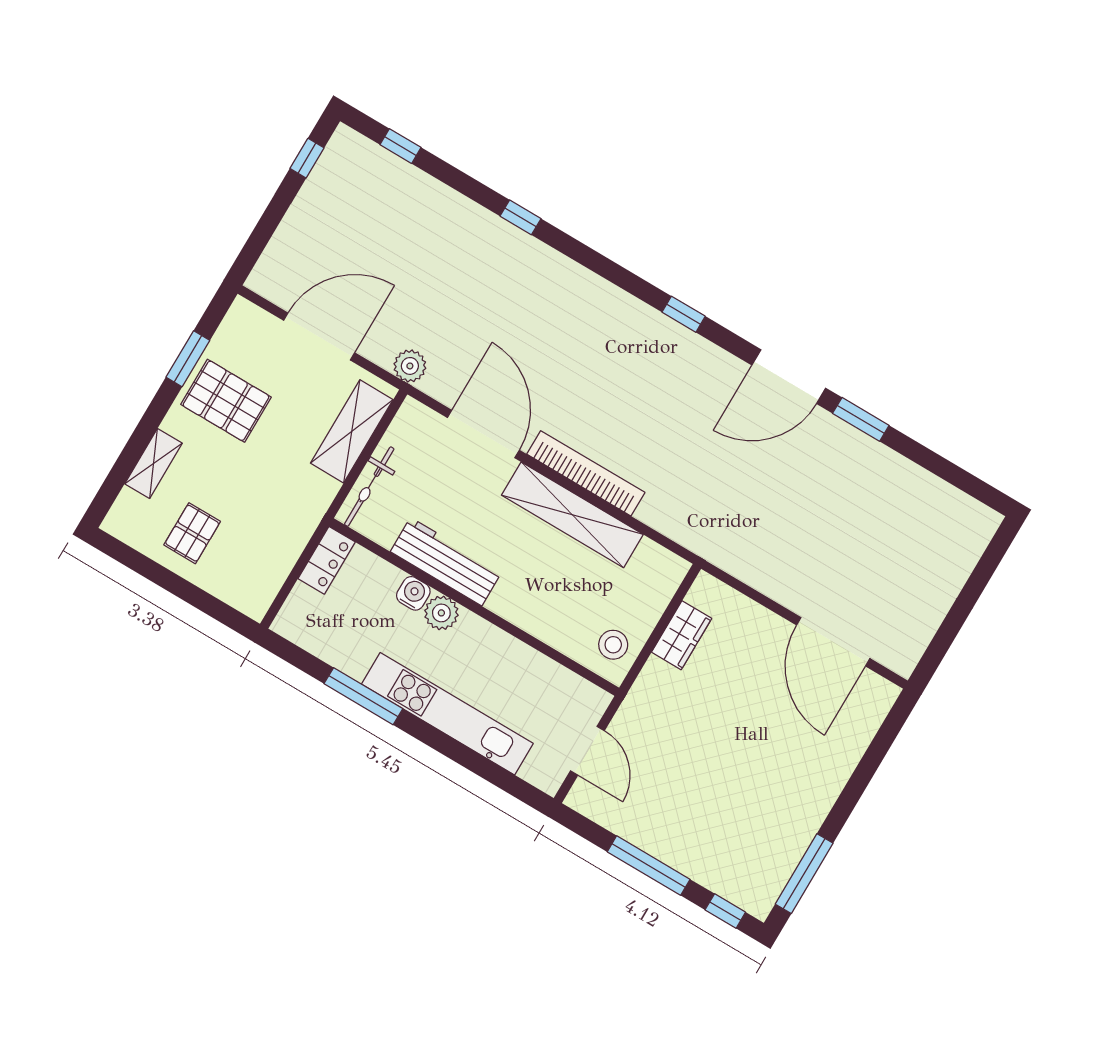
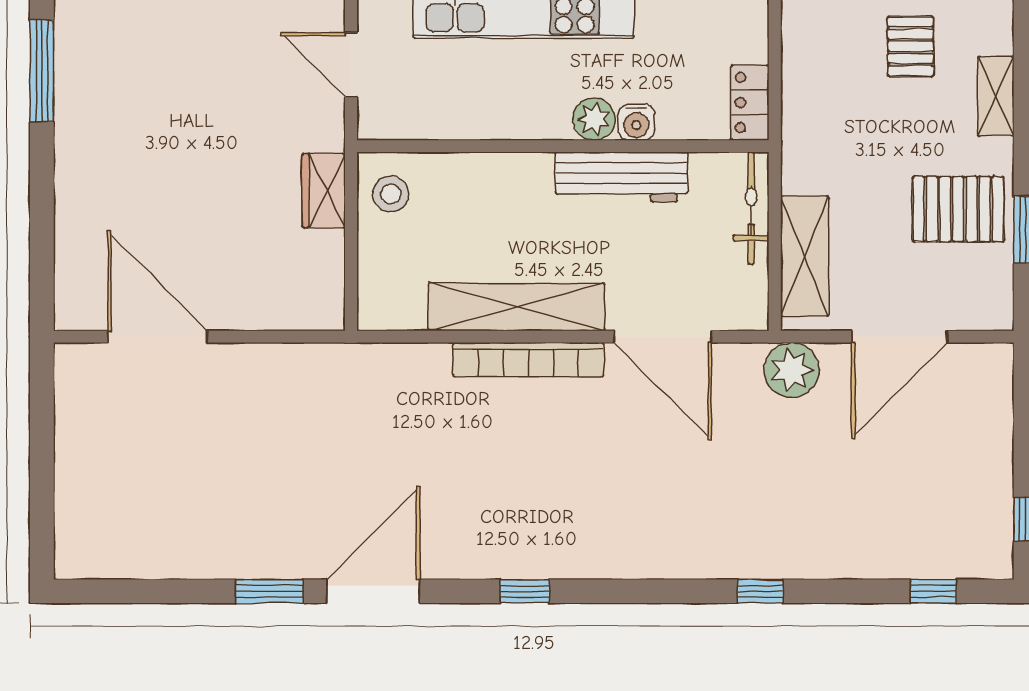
plant: (410, 366) -> (791, 370), width x1.36, depth x1.36
wardrobe: (682, 635) -> (324, 191), moved

